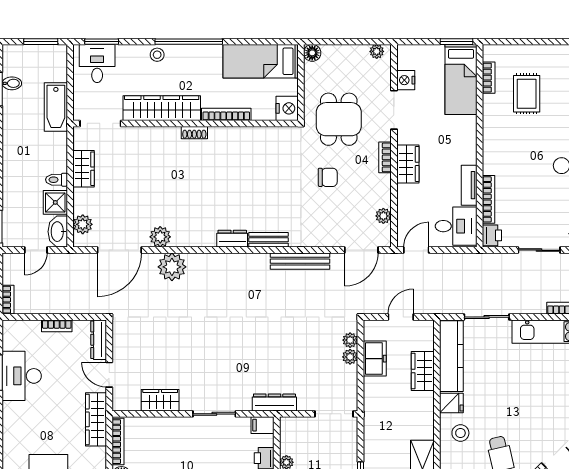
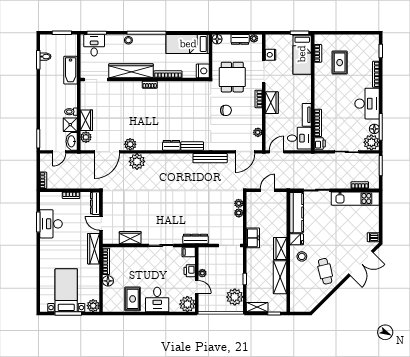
dresser: (352, 53) -> (240, 39), added
wardrobe: (84, 169) -> (86, 120), moved
freezer: (375, 359) -> (253, 238), moved
wardrobe: (423, 371) -> (280, 248), moved

